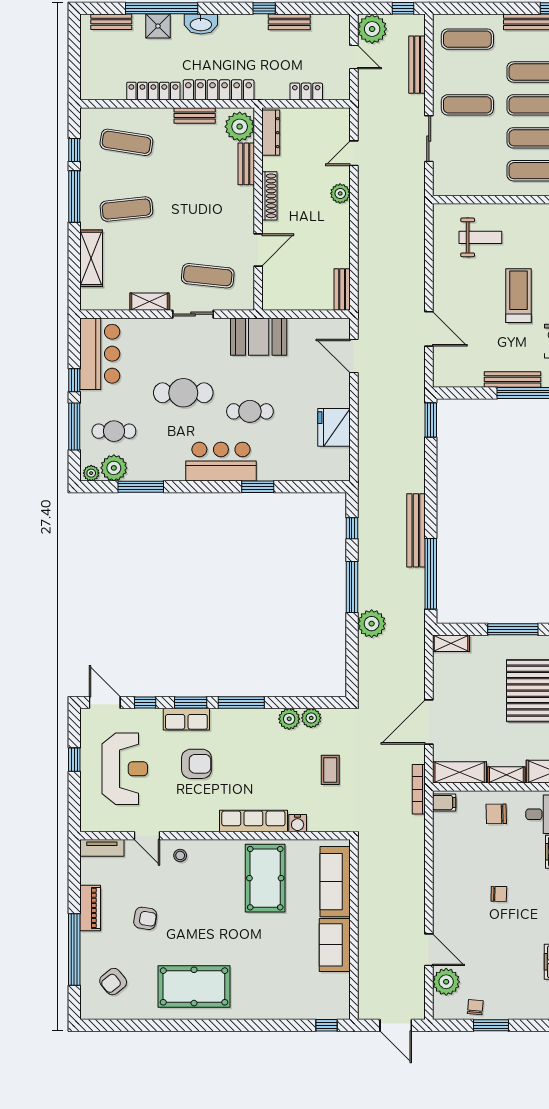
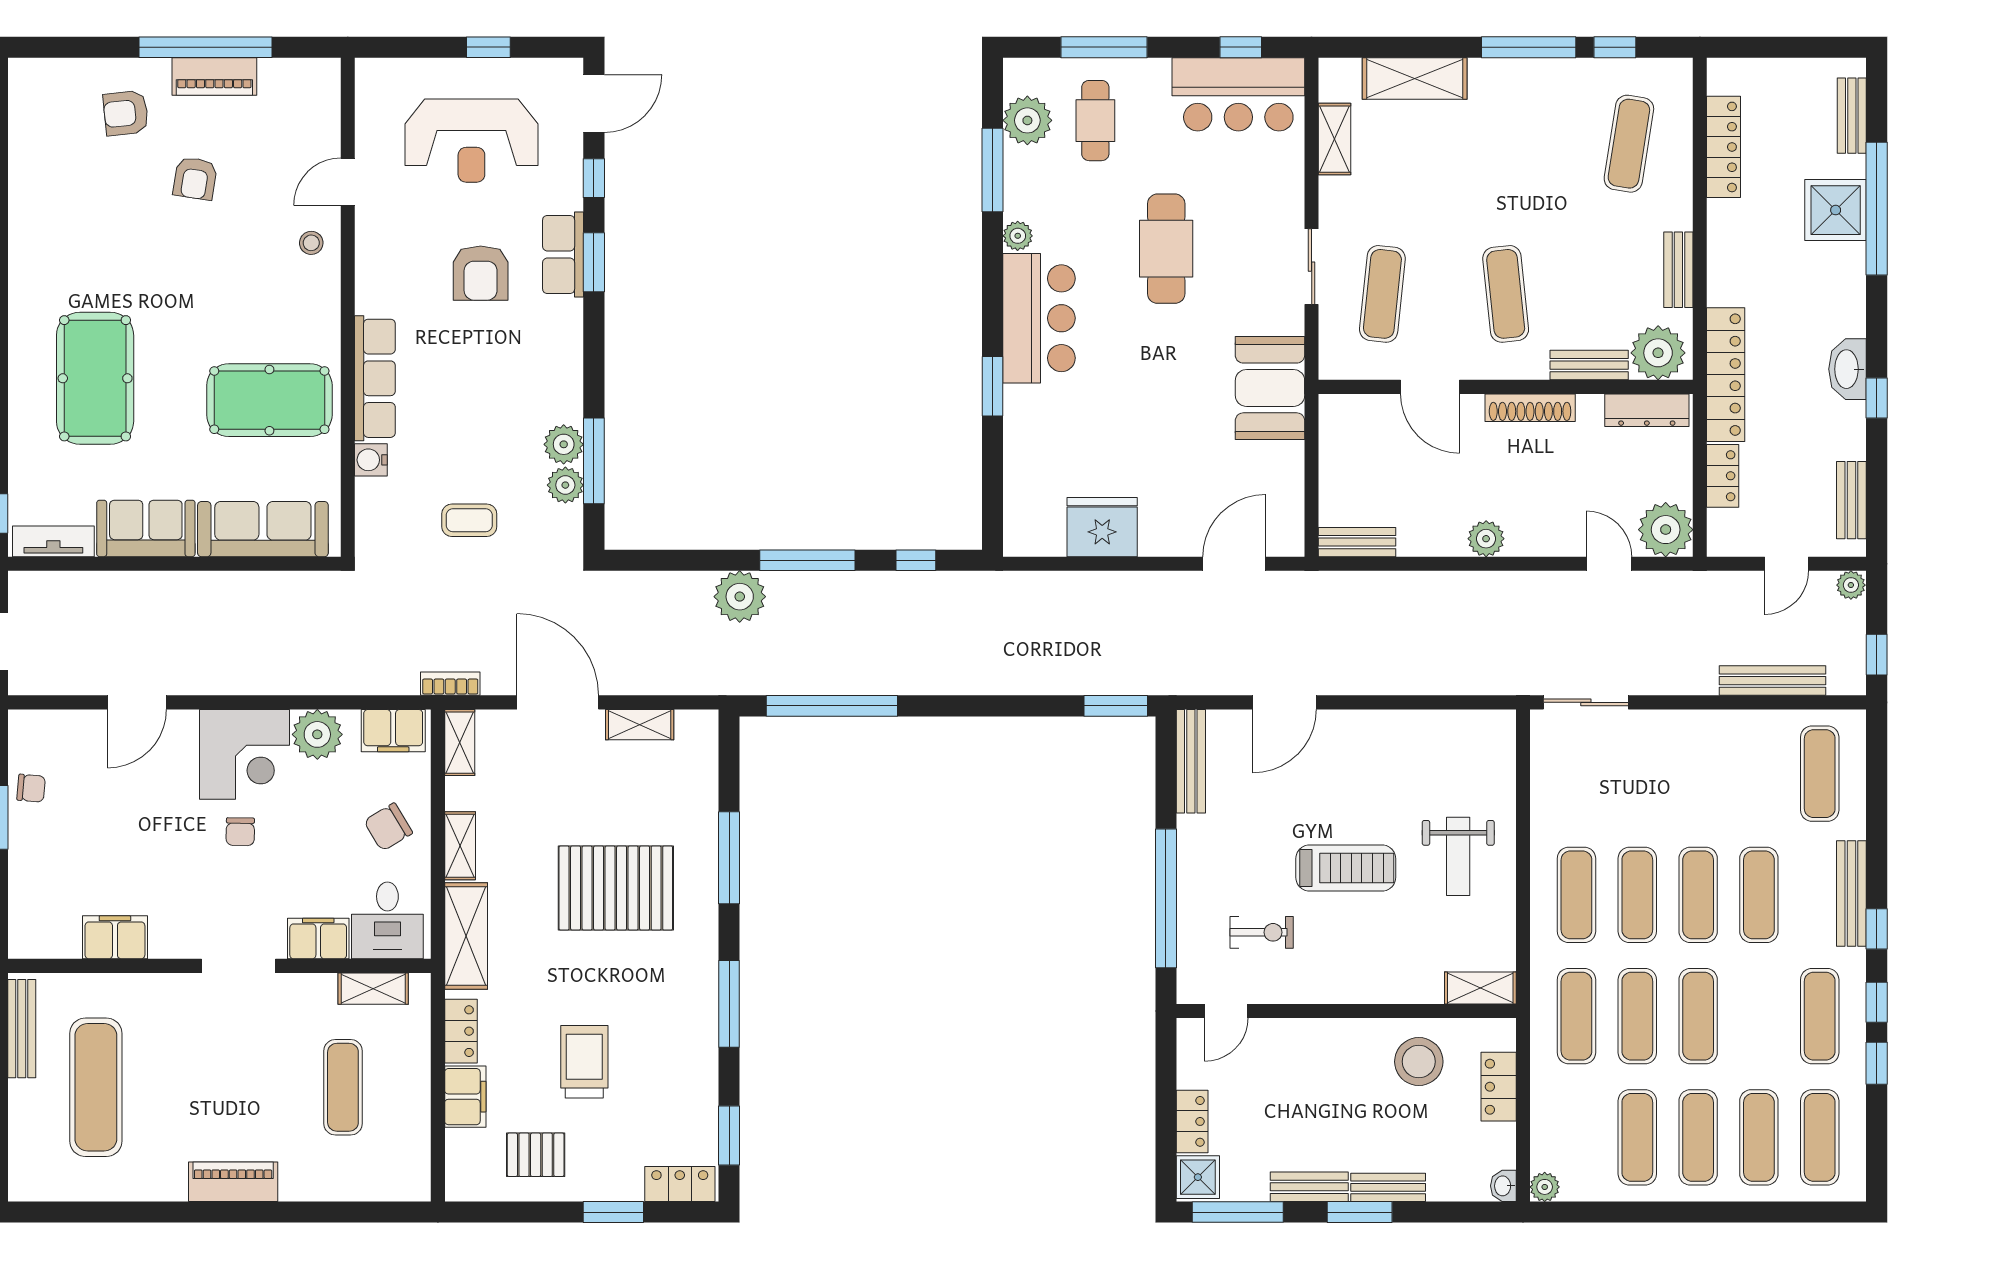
bench: (289, 22) -> (1851, 500), moved
washbasin: (201, 24) -> (1848, 369), moved
shower: (158, 26) -> (1836, 210), width x1.36, depth x1.36
plant: (372, 29) -> (1851, 585), width x0.53, depth x0.53
locker: (219, 90) -> (1726, 375), moved
locker: (153, 91) -> (1724, 147), moved
exercise mat: (467, 105) -> (1698, 774), removed
plant: (335, 122) -> (1666, 530), added
sliding door: (429, 139) -> (1586, 702), moved
plant: (340, 193) -> (1486, 539), moved
exercise mat: (126, 209) -> (1506, 294), moved
weight bench: (480, 237) -> (1458, 856), moved
shelving: (150, 302) -> (1335, 139), moved
bench: (513, 379) -> (1191, 761), moved
window: (74, 380) -> (1241, 47), moved
cafe table: (250, 411) -> (1132, 372), removed
plant: (91, 473) -> (1018, 236), moved
bench: (416, 530) -> (912, 679), removed
shelving: (451, 643) -> (640, 725), moved, turned 90
window: (241, 703) -> (594, 461), moved
shelving: (460, 772) -> (460, 743), width x0.67, depth x0.75
bookcase: (419, 789) -> (450, 684), width x0.64
filing cabinet: (444, 803) -> (393, 731), width x2.00
chair: (496, 814) -> (388, 827), turned -120
tv unit: (102, 848) -> (53, 541), moved, turned 90
corner desk: (457, 892) -> (244, 754), added
window: (74, 949) -> (205, 47), moved
armchair: (113, 982) -> (126, 113), moved, turned -57
plant: (446, 982) -> (317, 734), moved
pool table: (194, 986) -> (95, 378), moved

